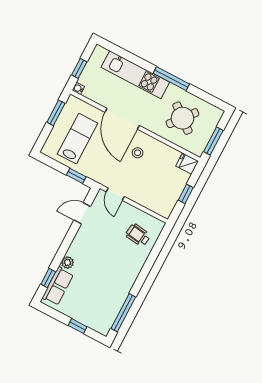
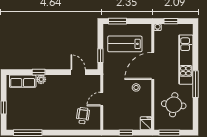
window: (56, 113) -> (118, 21), moved
round table: (182, 118) -> (174, 105), turned -32
lab bench: (78, 139) -> (125, 44), turned 180
door: (115, 194) -> (102, 99), moved
window: (48, 278) -> (39, 72), moved

